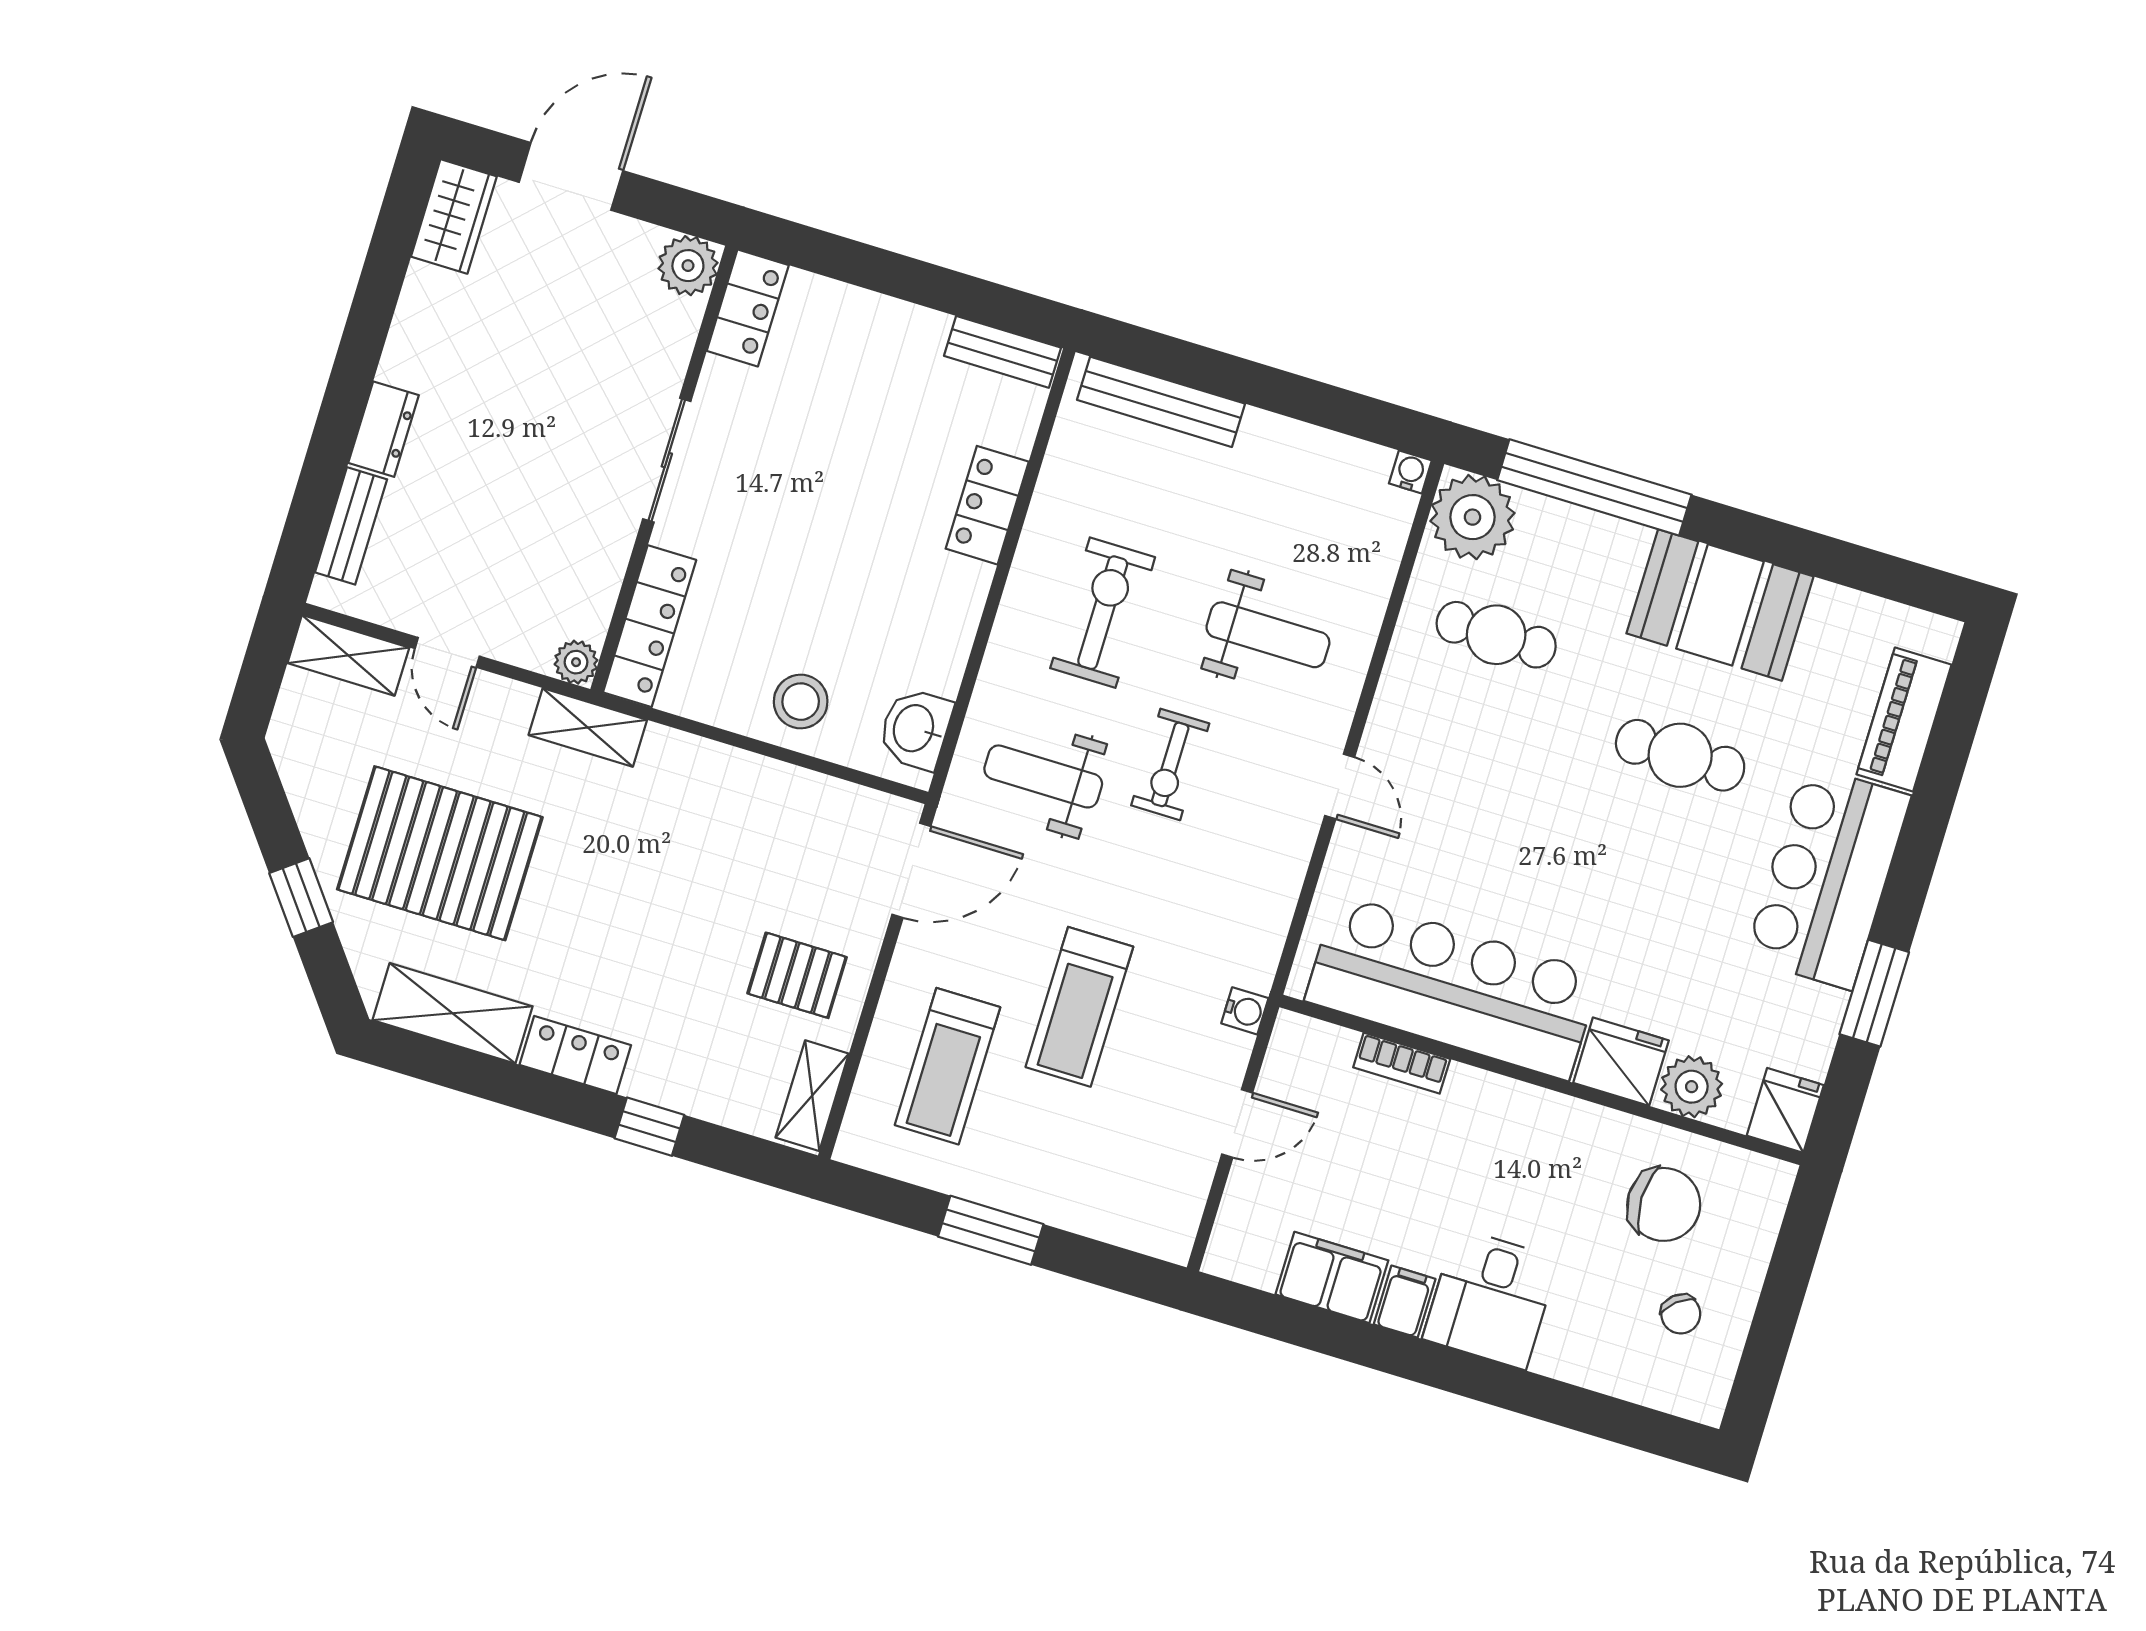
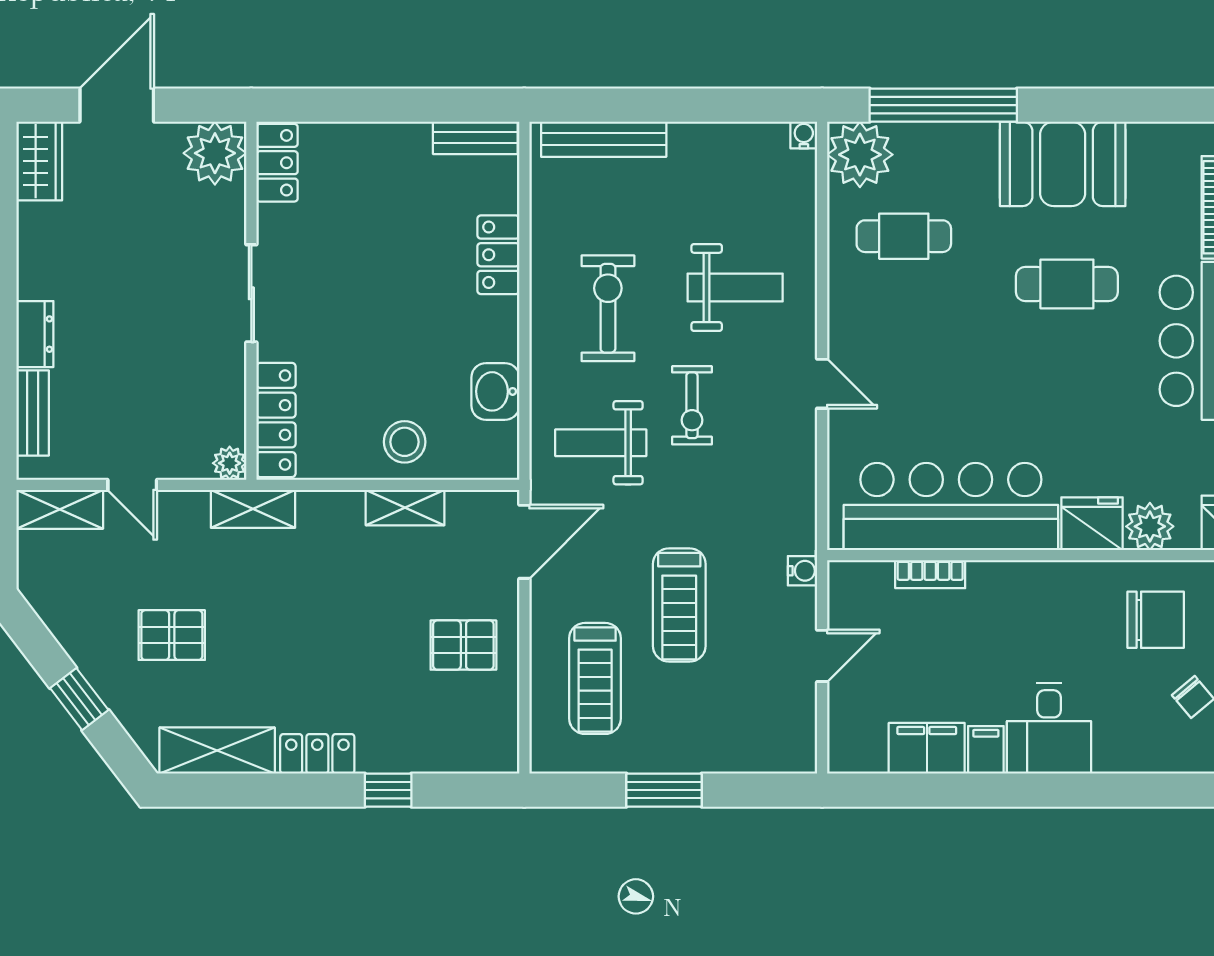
plant: (688, 266) -> (215, 153), width x1.36, depth x1.36
washbasin: (915, 729) -> (495, 391), moved
pallet: (440, 853) -> (172, 635), width x0.49, depth x0.50
shelving: (812, 1096) -> (405, 508), moved, turned 90

